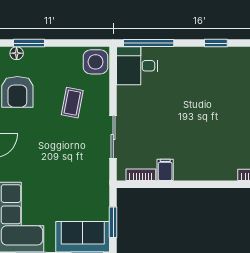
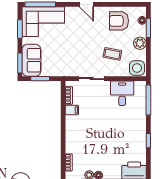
plant: (54, 57) -> (140, 43), added
desk: (137, 66) -> (122, 93), moved

